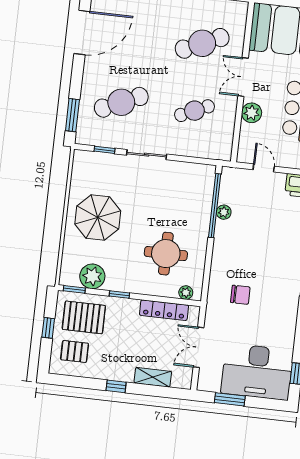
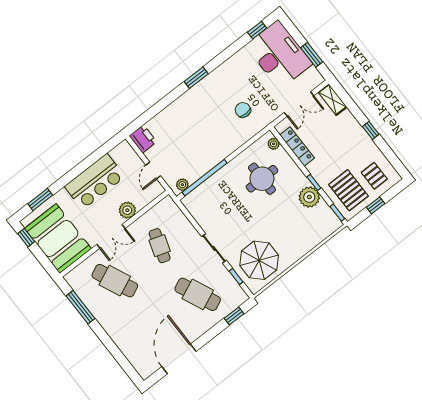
door: (82, 33) -> (179, 359), hinge flipped
cafe table: (194, 111) -> (160, 246), turned 42
window: (72, 115) -> (234, 316), width x0.67
plant: (224, 212) -> (182, 185), moved
parasol: (98, 217) -> (259, 260), moved
plant: (92, 276) -> (309, 197), moved
shelving: (153, 377) -> (333, 100), moved

